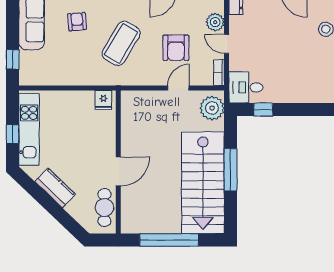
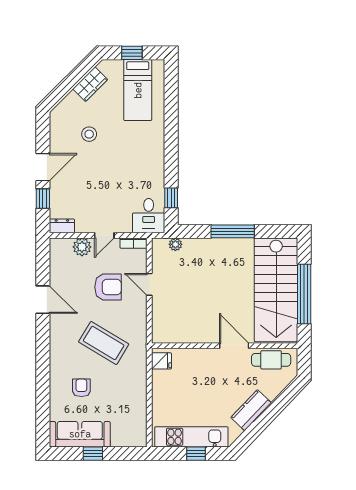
armchair: (77, 22) -> (81, 388), turned 95
window: (13, 59) -> (93, 454), moved
plant: (212, 108) -> (175, 244), width x0.53, depth x0.53
stairs: (203, 183) -> (276, 290), moved, turned 90

